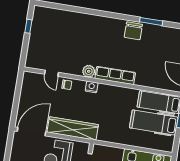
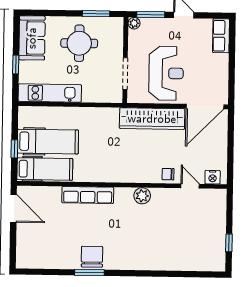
window: (151, 21) -> (89, 273), moved
row of seats: (115, 75) -> (88, 195), moved
nightstand: (92, 87) -> (213, 177), moved

